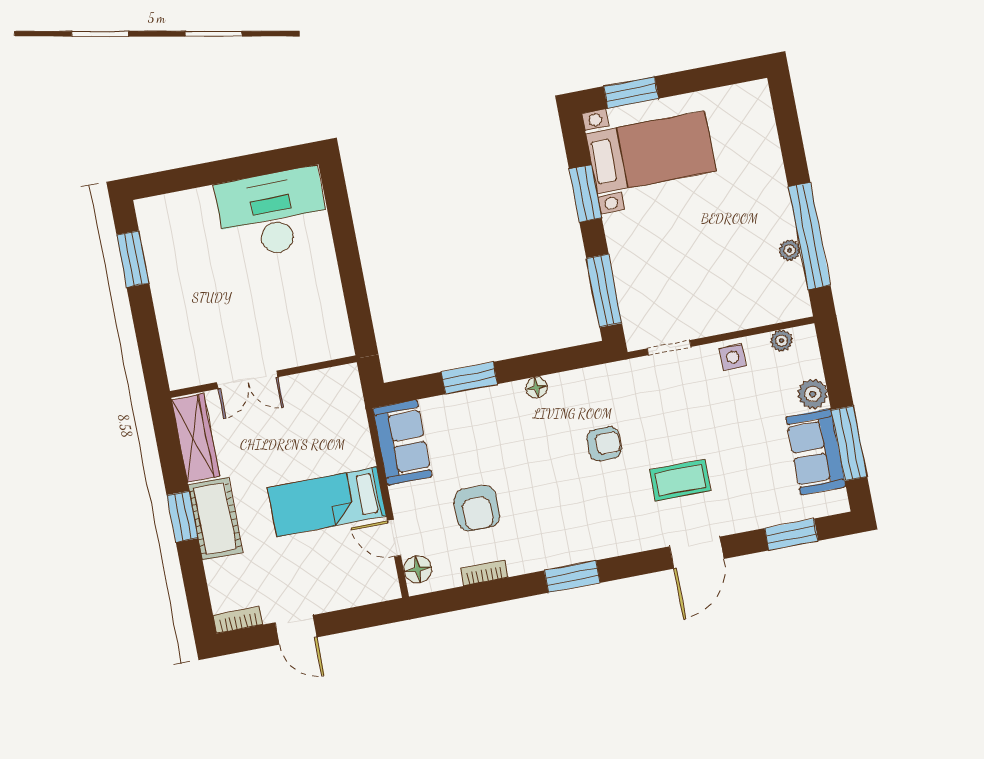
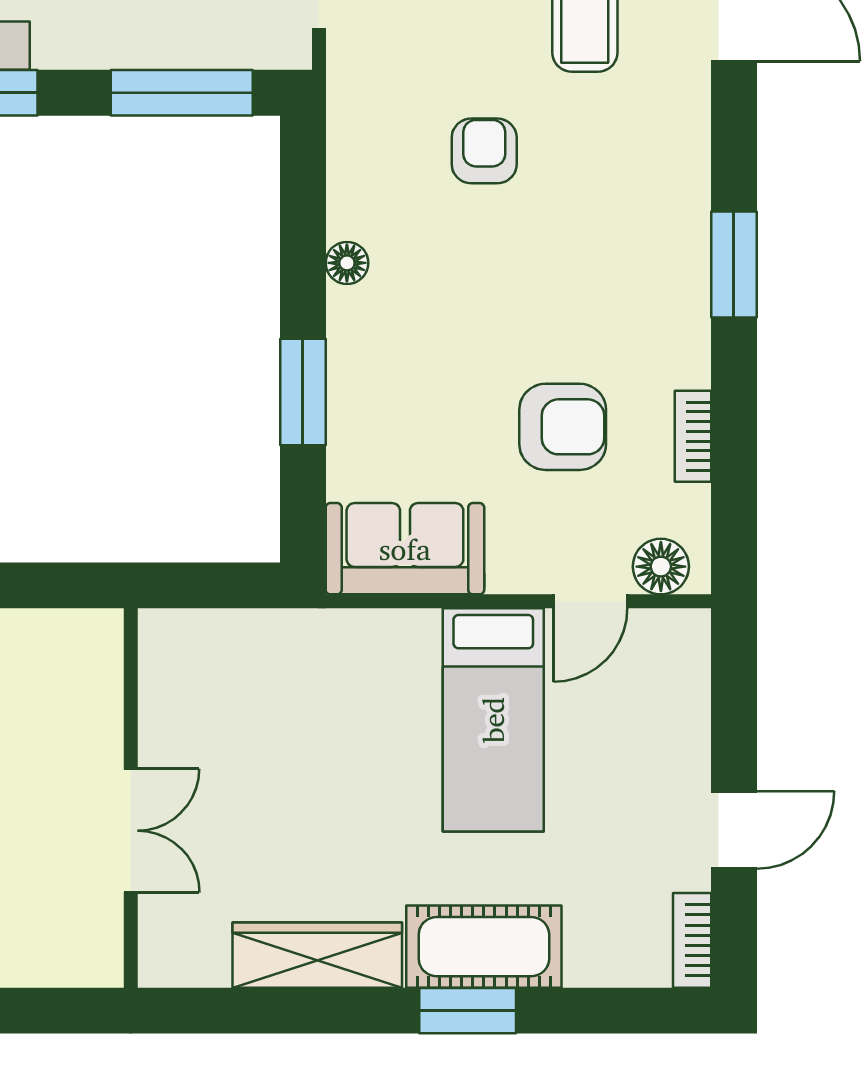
wall: (263, 377) -> (131, 798), moved
double door: (247, 380) -> (131, 831), moved

